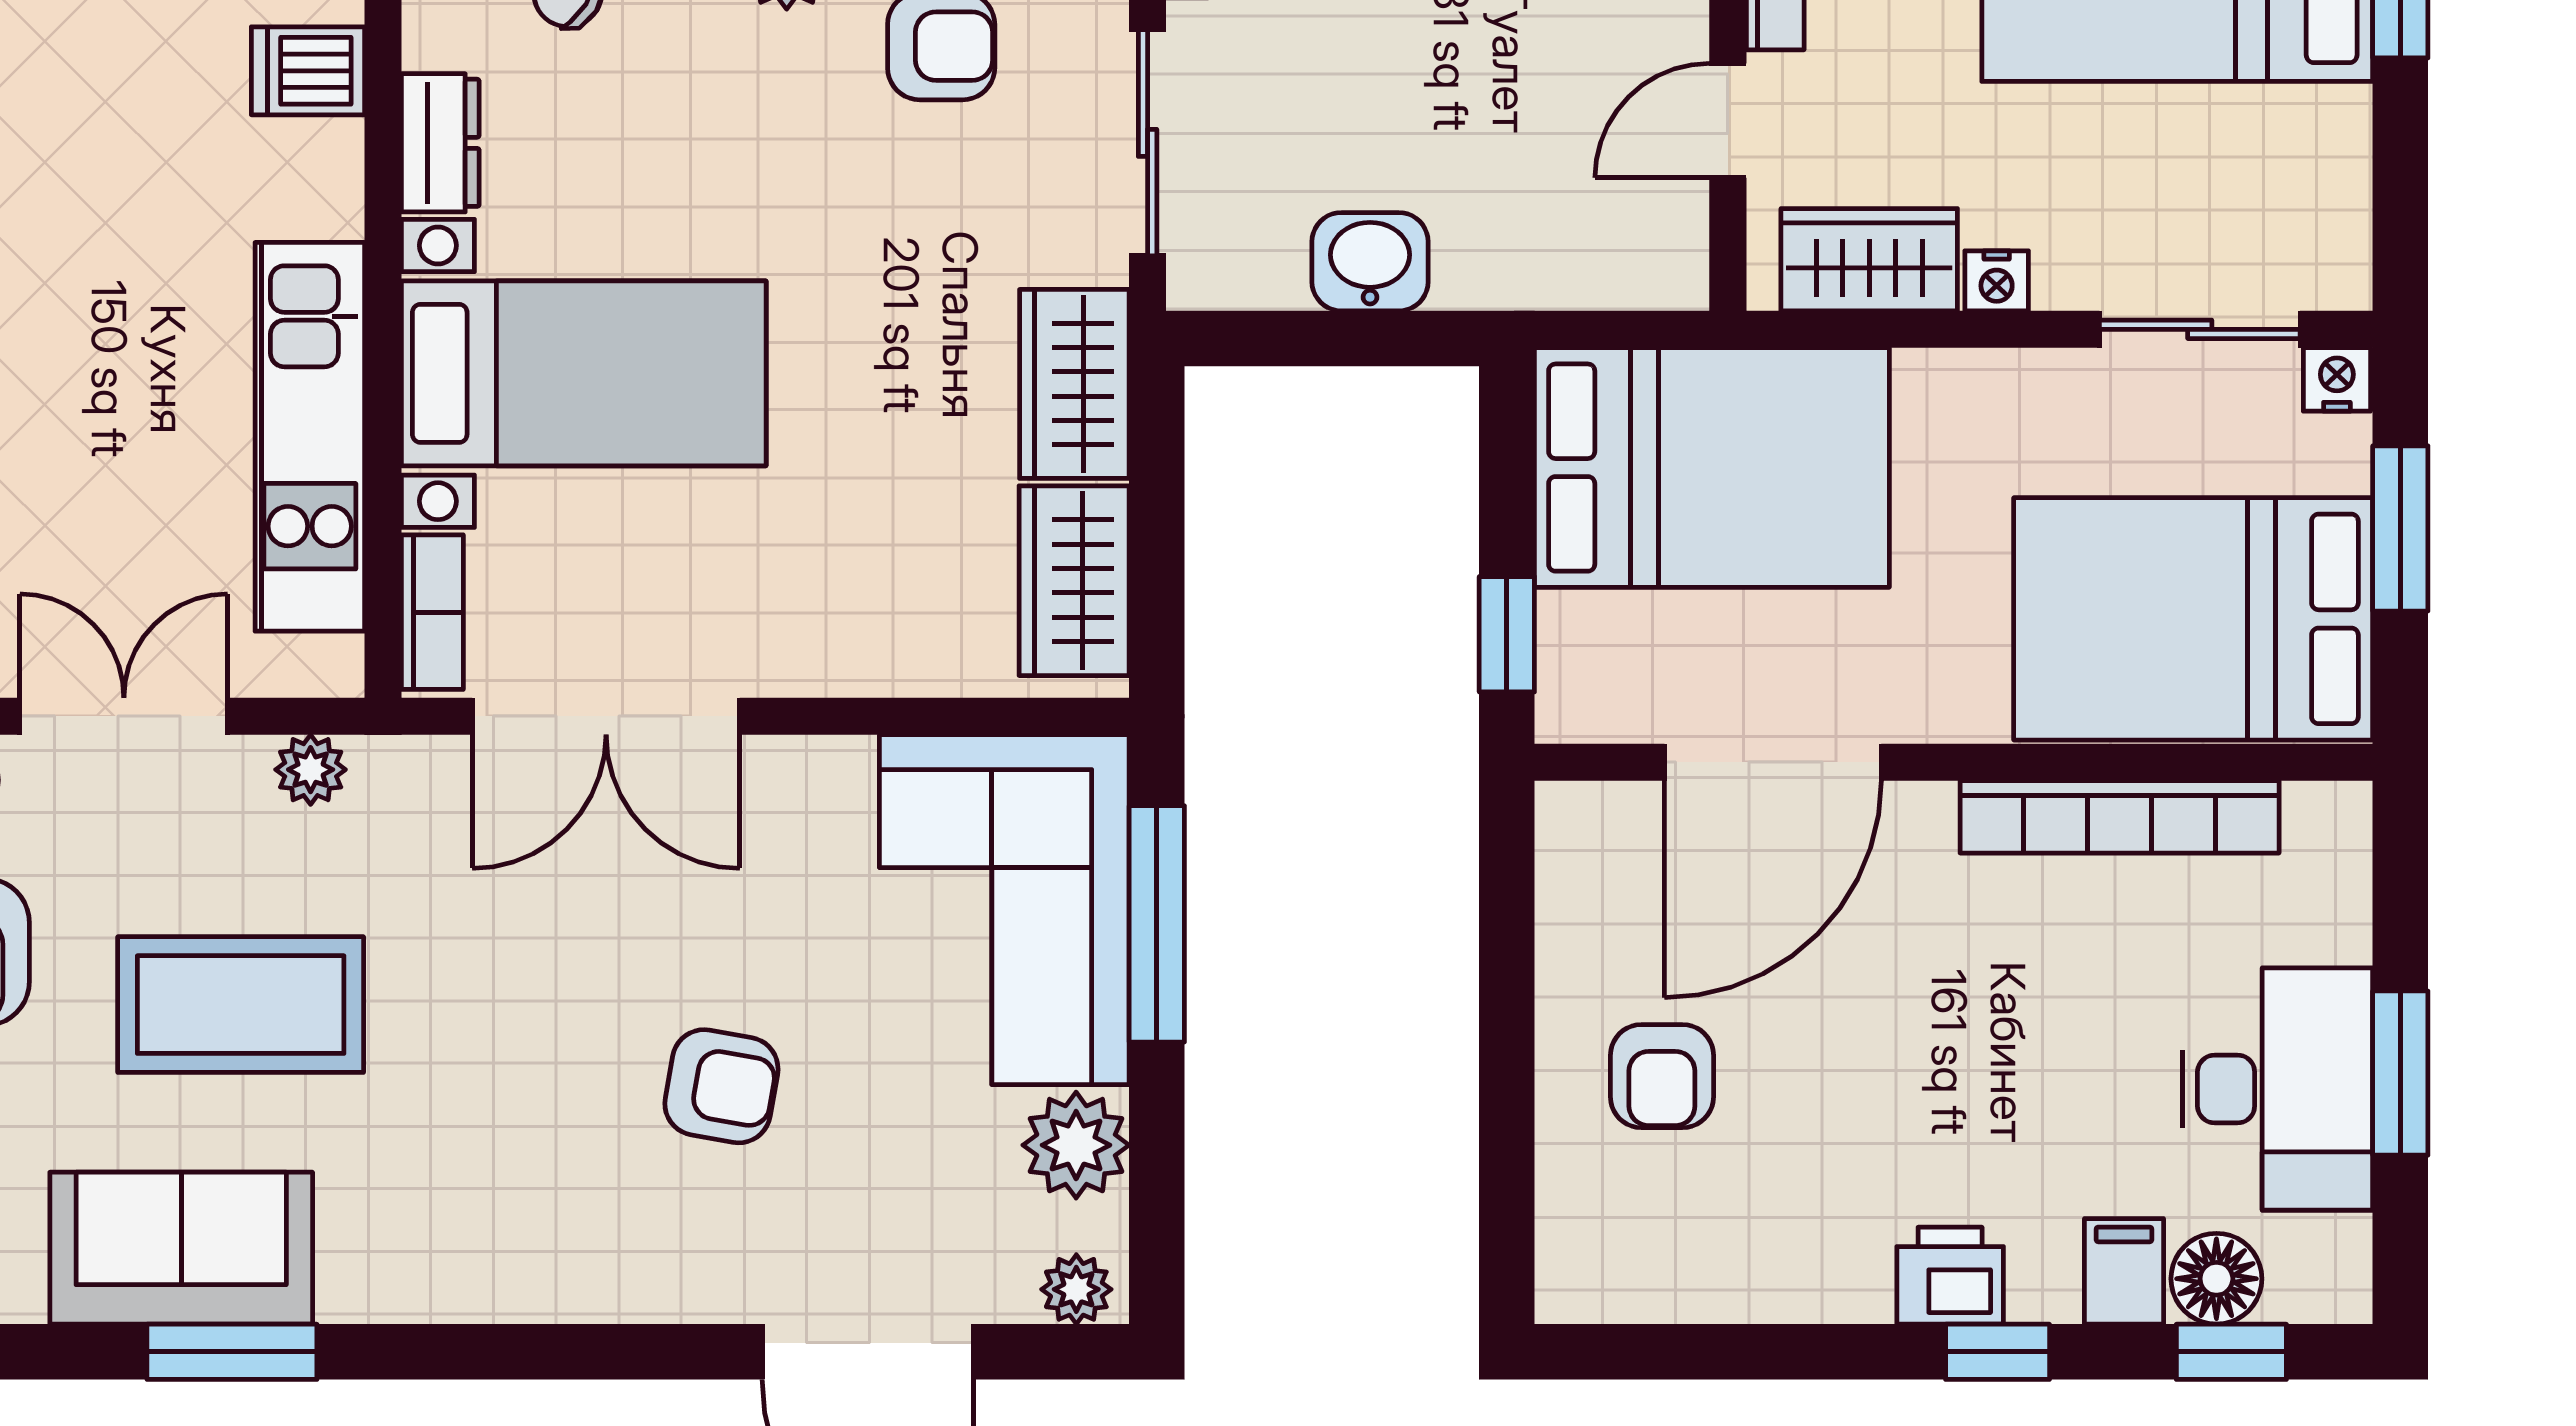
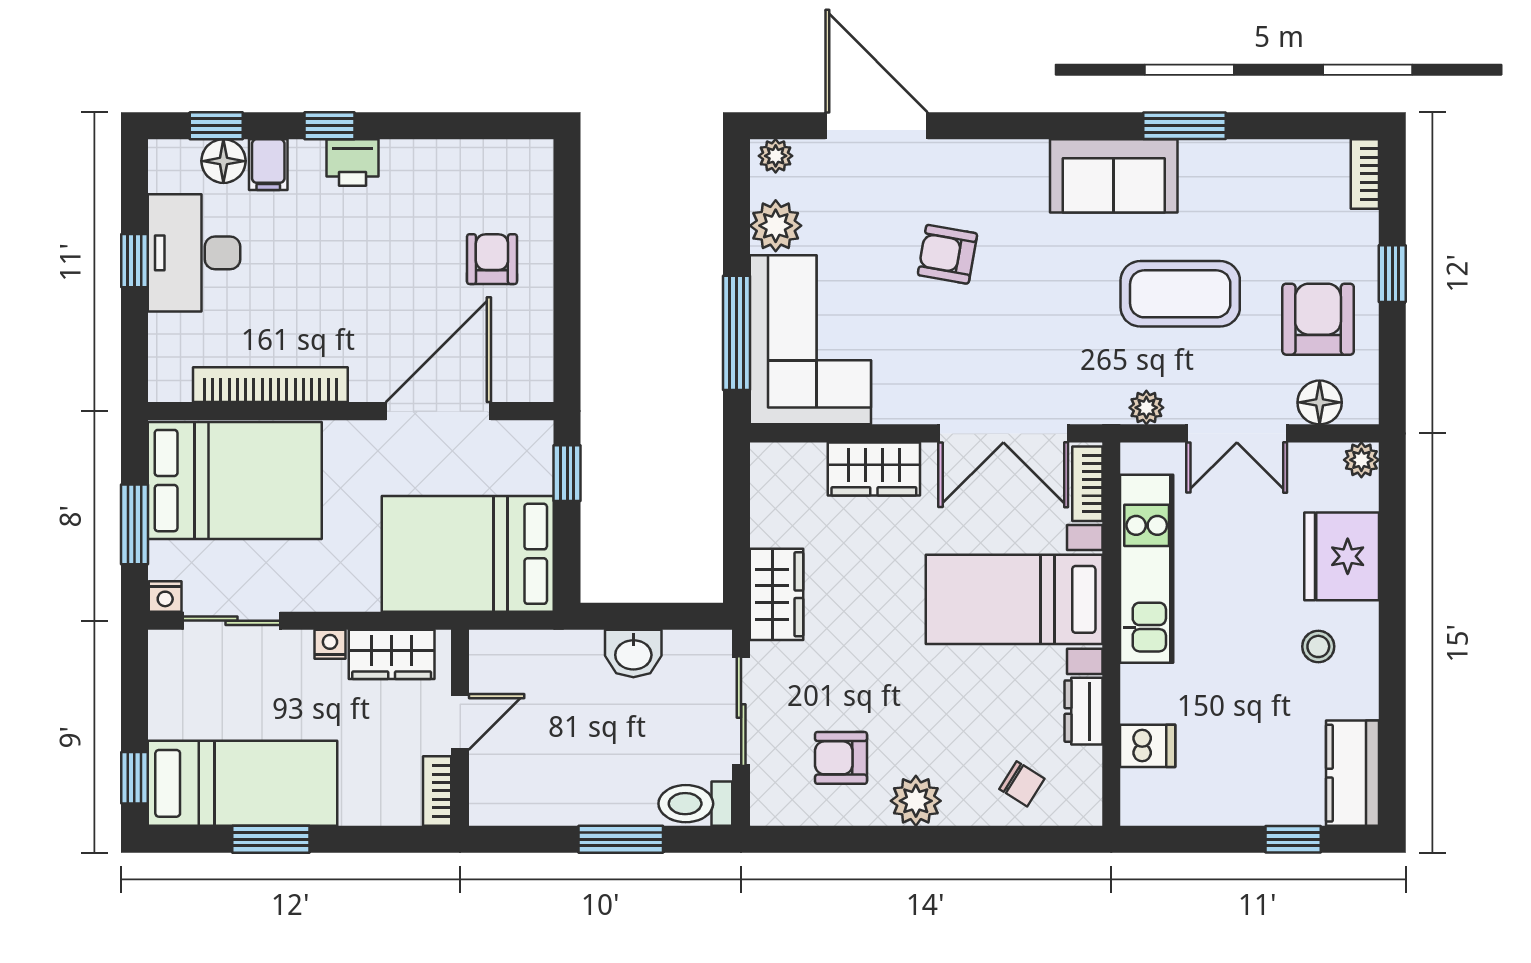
wardrobe: (1074, 581) -> (874, 469), moved, turned 90
double door: (606, 716) -> (1003, 433), swing flipped
window: (2400, 1073) -> (134, 261), width x0.67
sofa: (181, 1248) -> (1114, 176), moved

